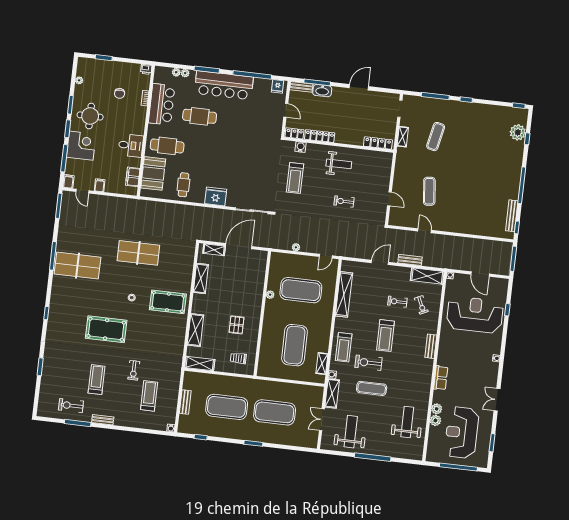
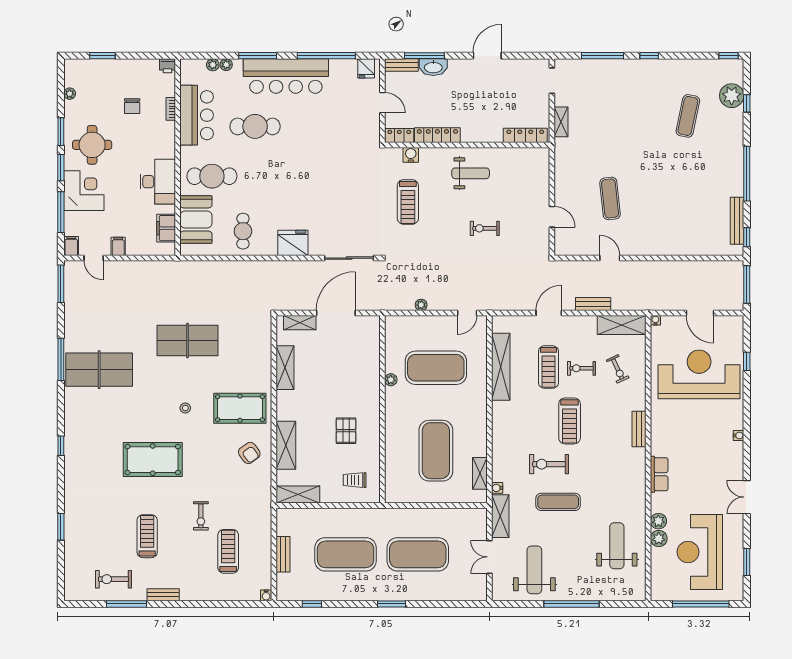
exercise mat: (436, 137) -> (688, 116), moved
desk: (131, 145) -> (158, 182), width x1.37
armchair: (171, 332) -> (249, 453), added
treadmill: (344, 347) -> (549, 367), moved

